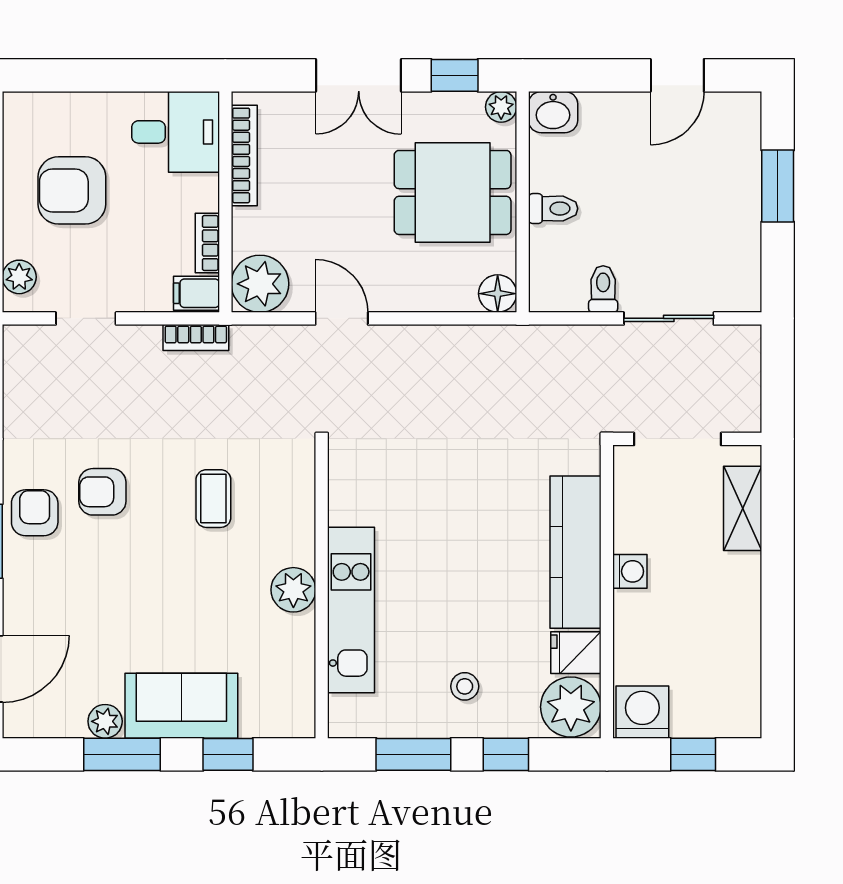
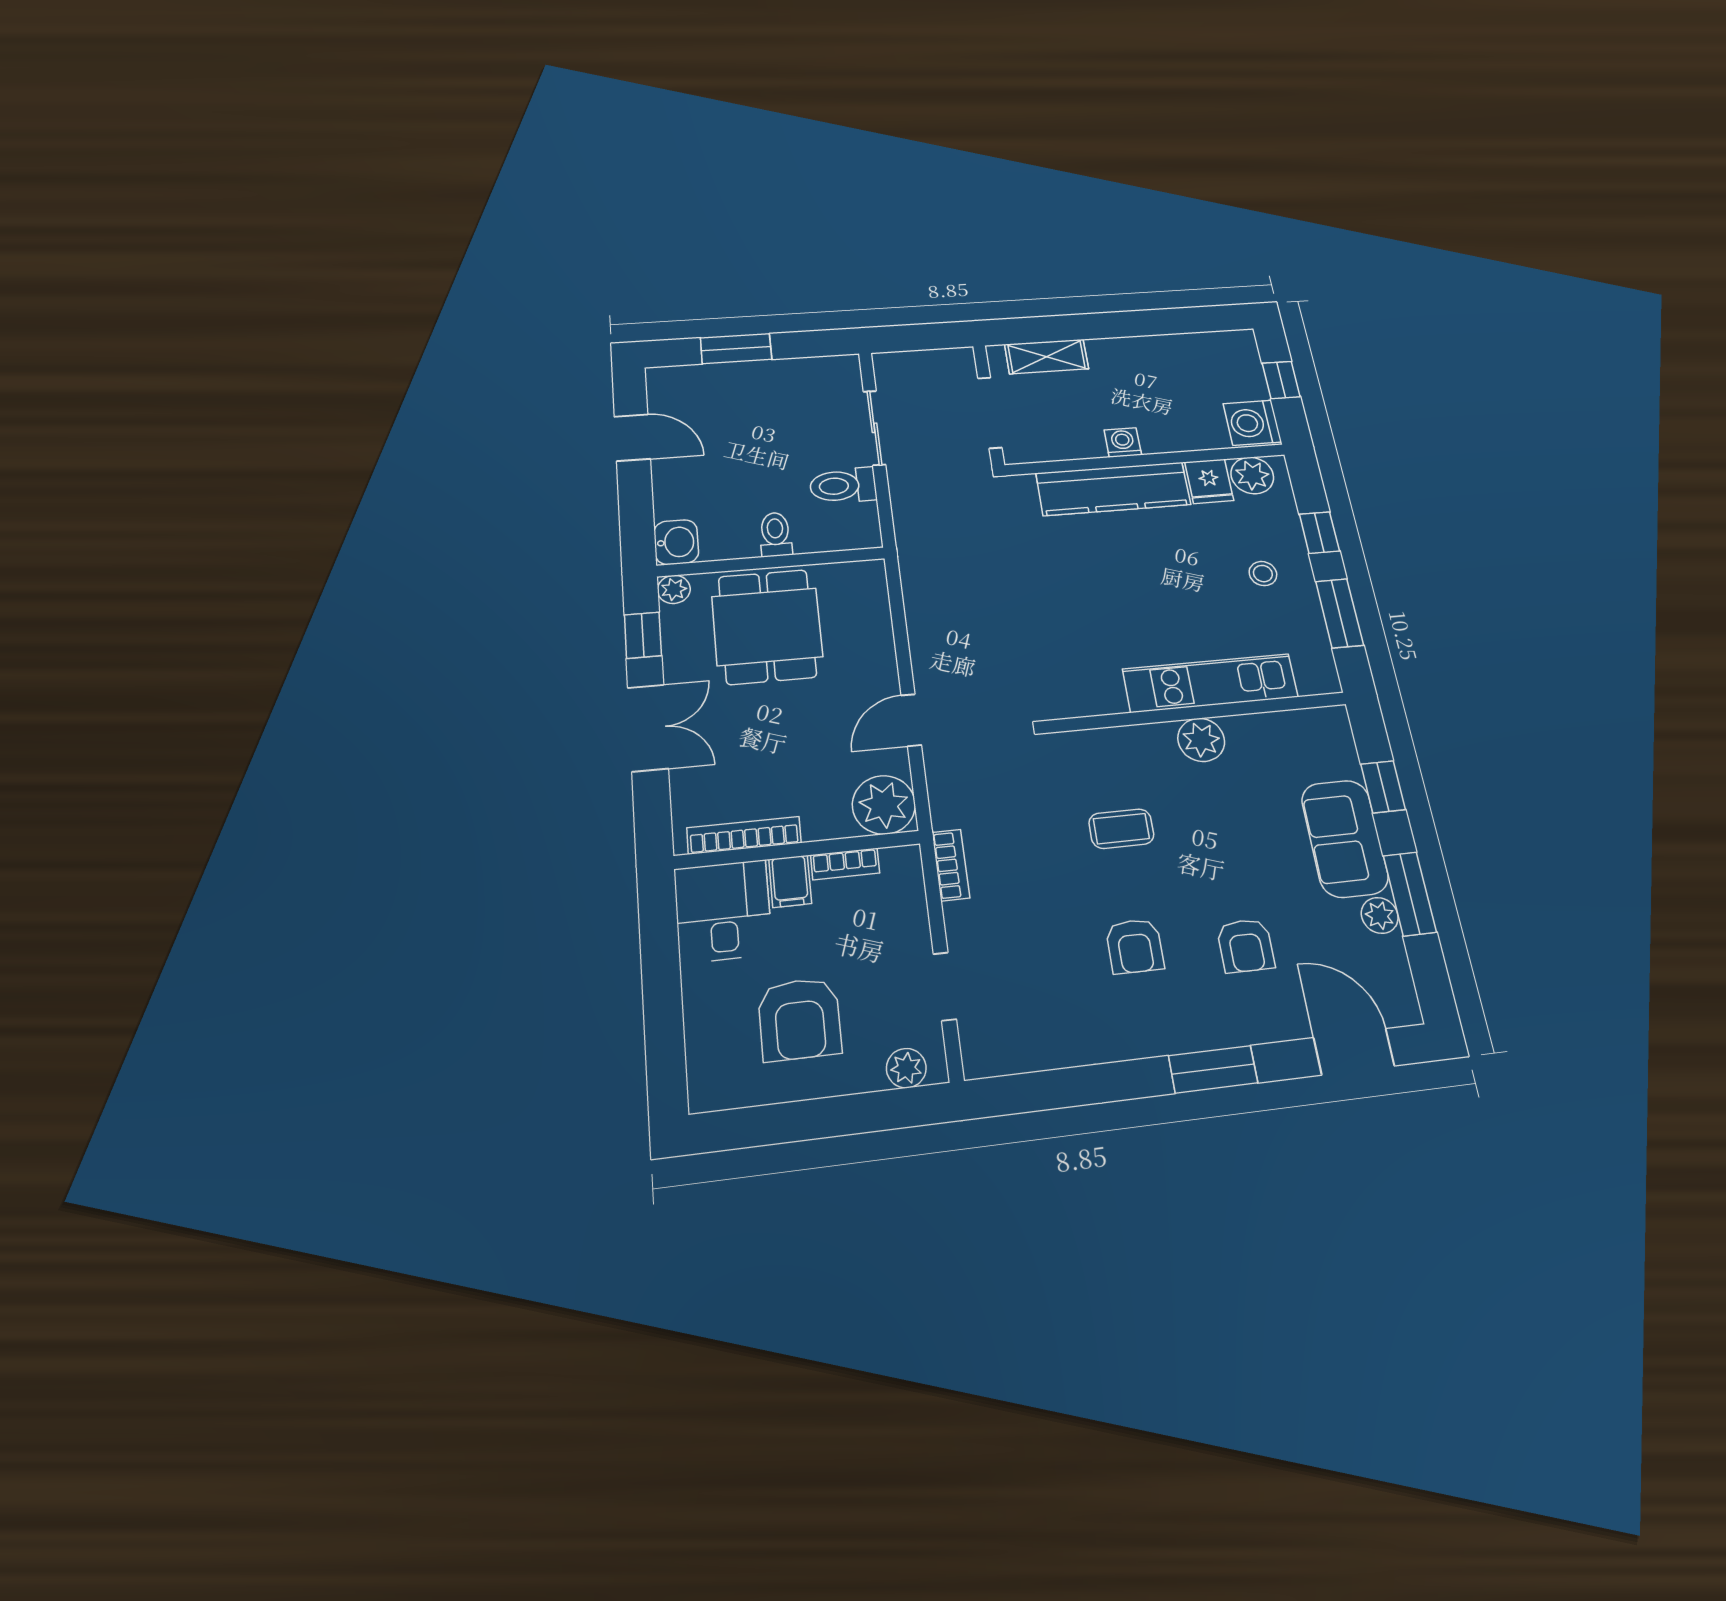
toilet: (603, 289) -> (843, 486), width x1.37, depth x1.39
filing cabinet: (196, 293) -> (790, 881), moved
floor lamp: (498, 294) -> (867, 577), removed
armchair: (35, 513) -> (1246, 946), moved, turned -90
plant: (571, 707) -> (1252, 475), width x0.73, depth x0.73

